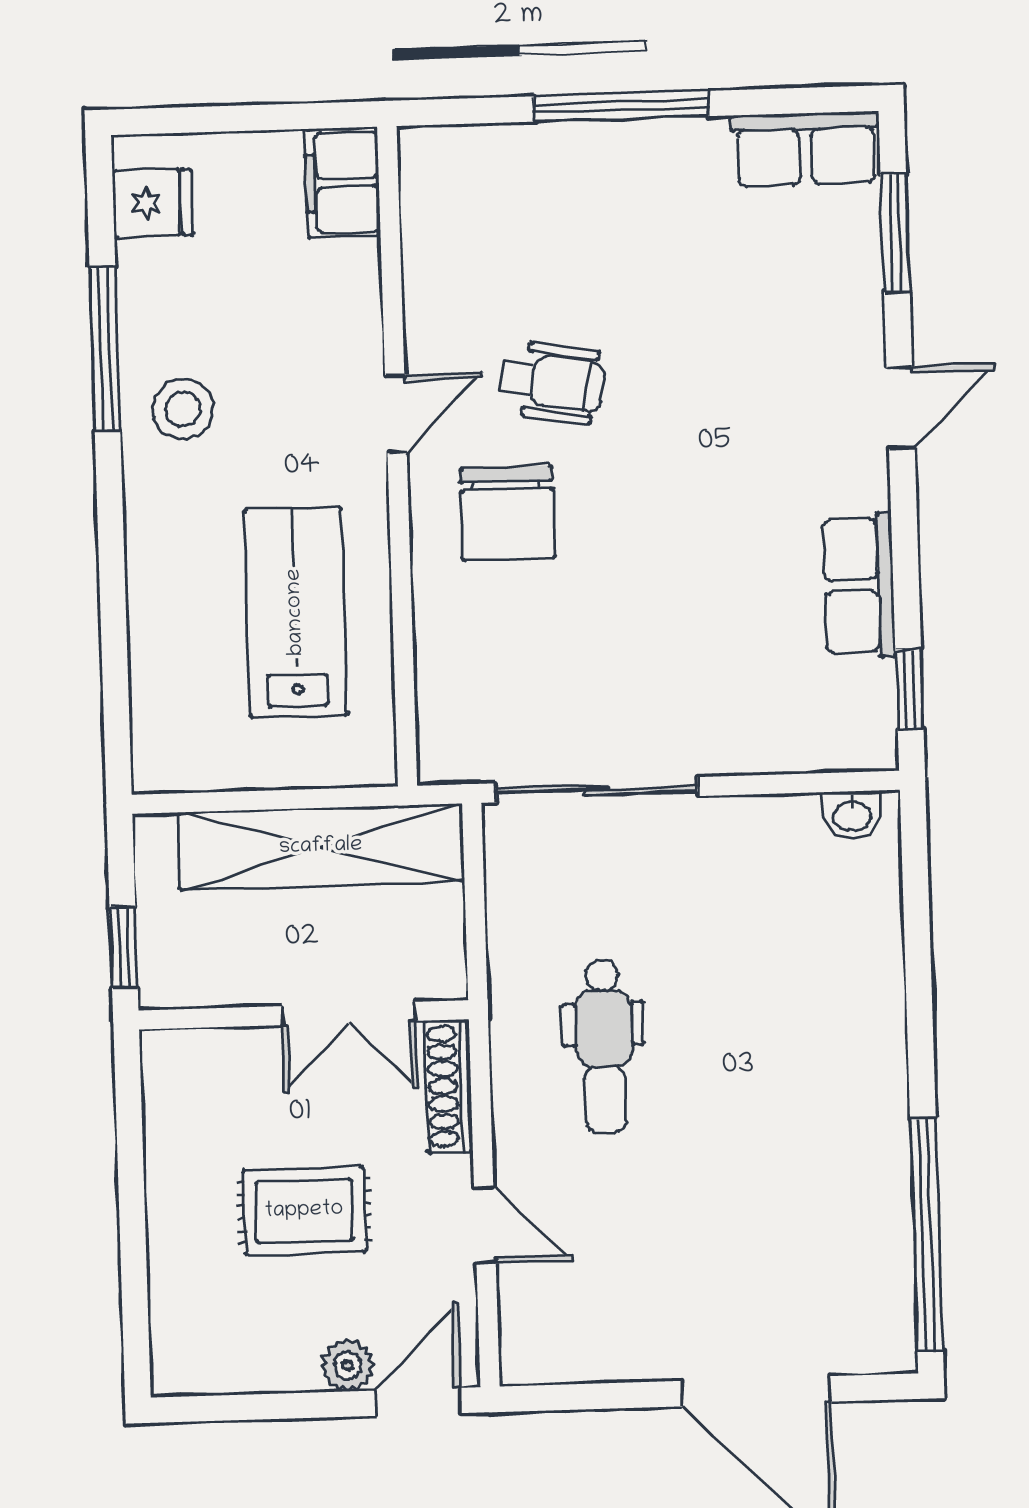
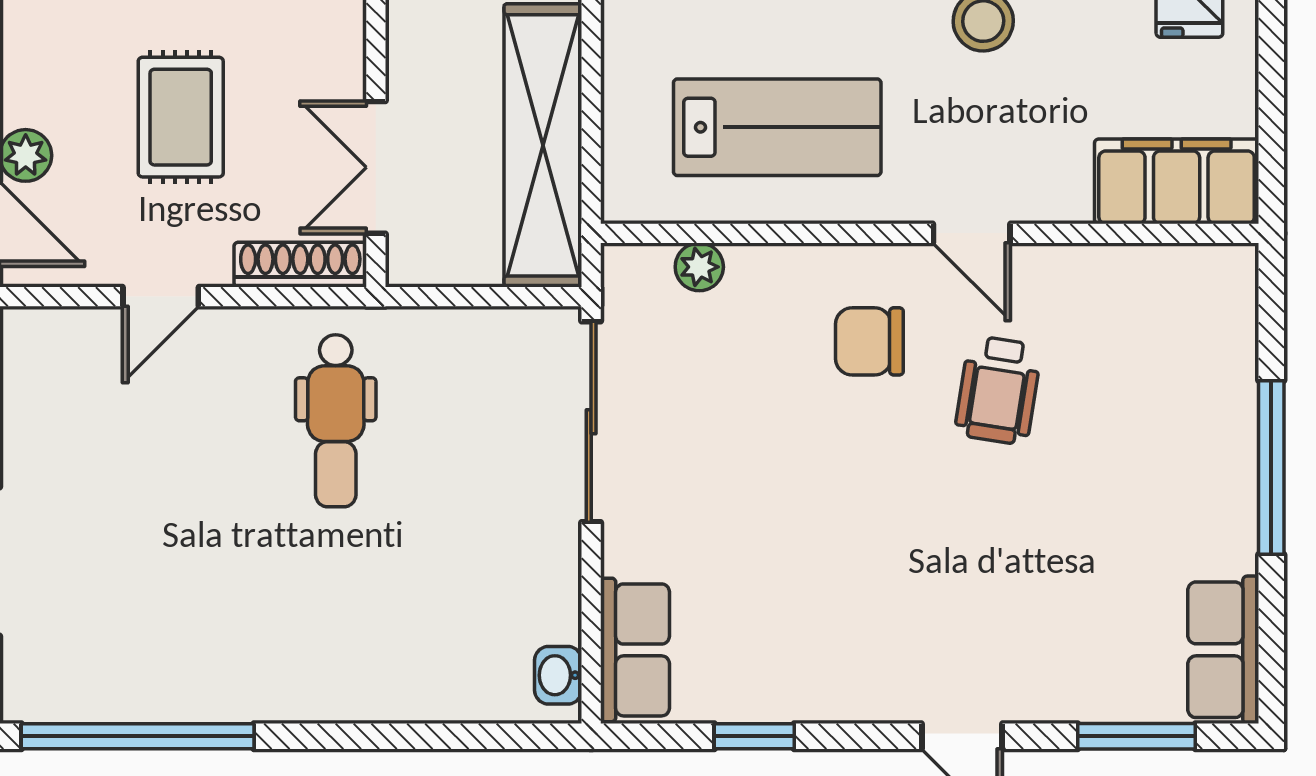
filing cabinet: (343, 183) -> (1177, 181), width x1.50, depth x1.17
chair: (507, 513) -> (869, 341), width x0.73, depth x0.73
row of seats: (859, 585) -> (635, 650), moved, turned 90
plant: (438, 686) -> (699, 267), added
window: (909, 689) -> (754, 736), moved
dental chair: (604, 1046) -> (336, 421), turned -90

